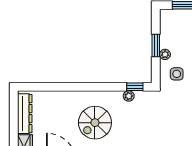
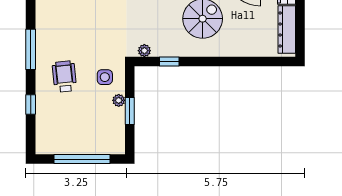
window: (135, 87) -> (169, 62), moved
plant: (129, 96) -> (144, 51), moved

